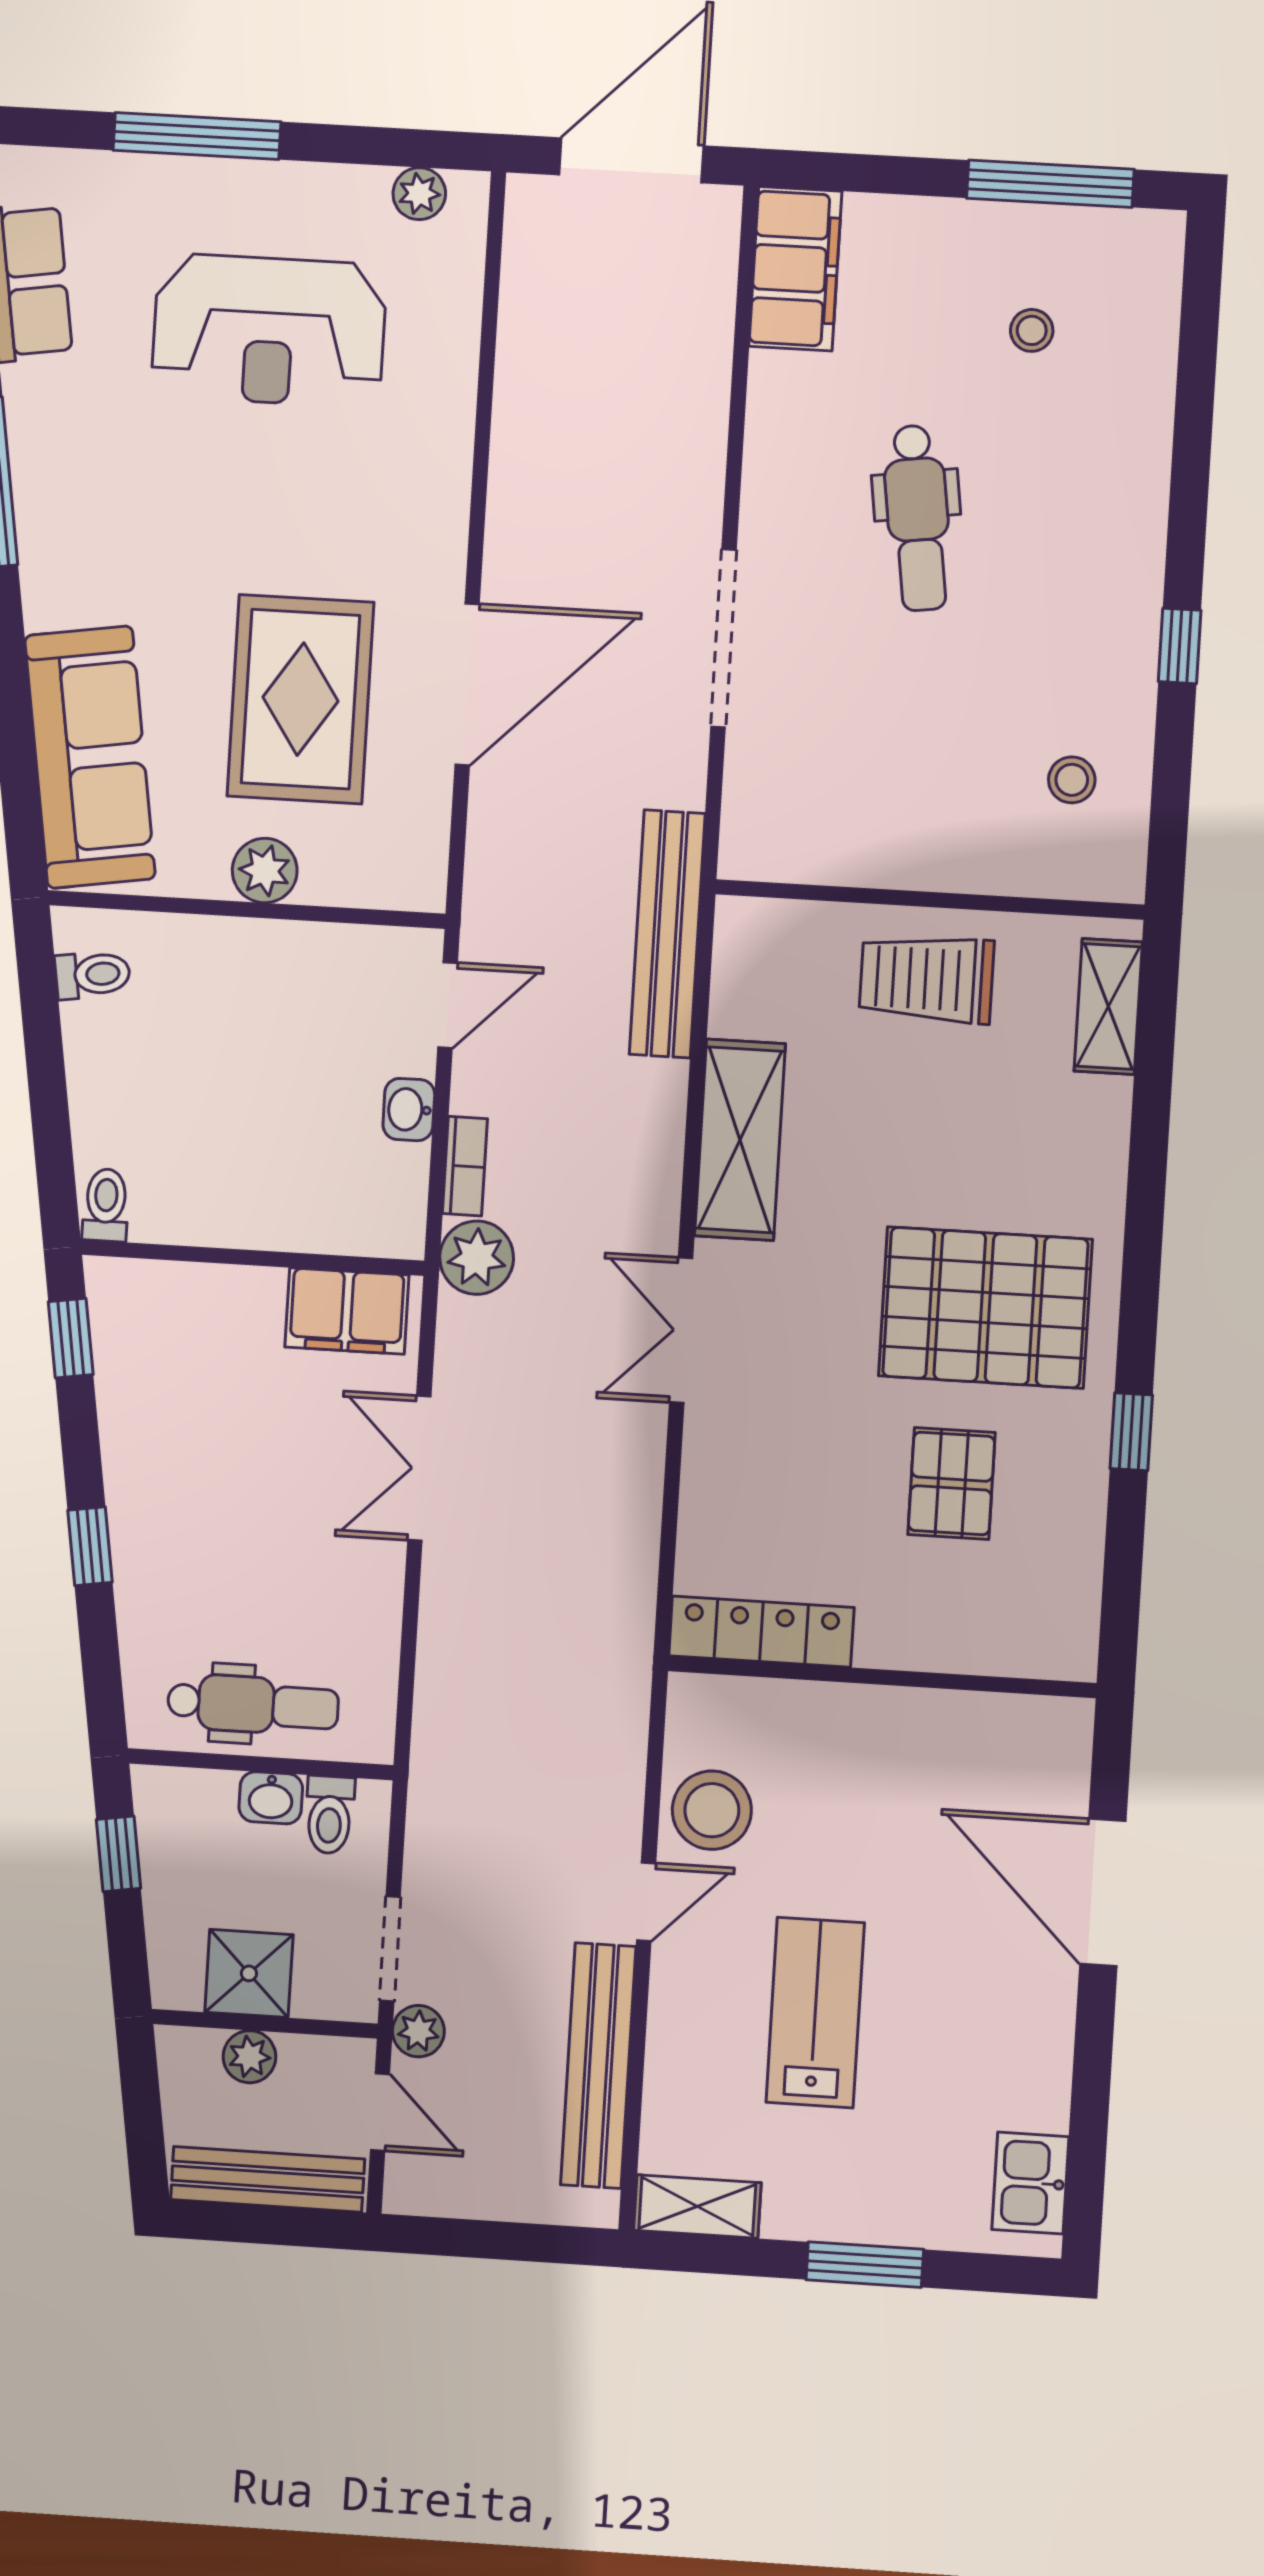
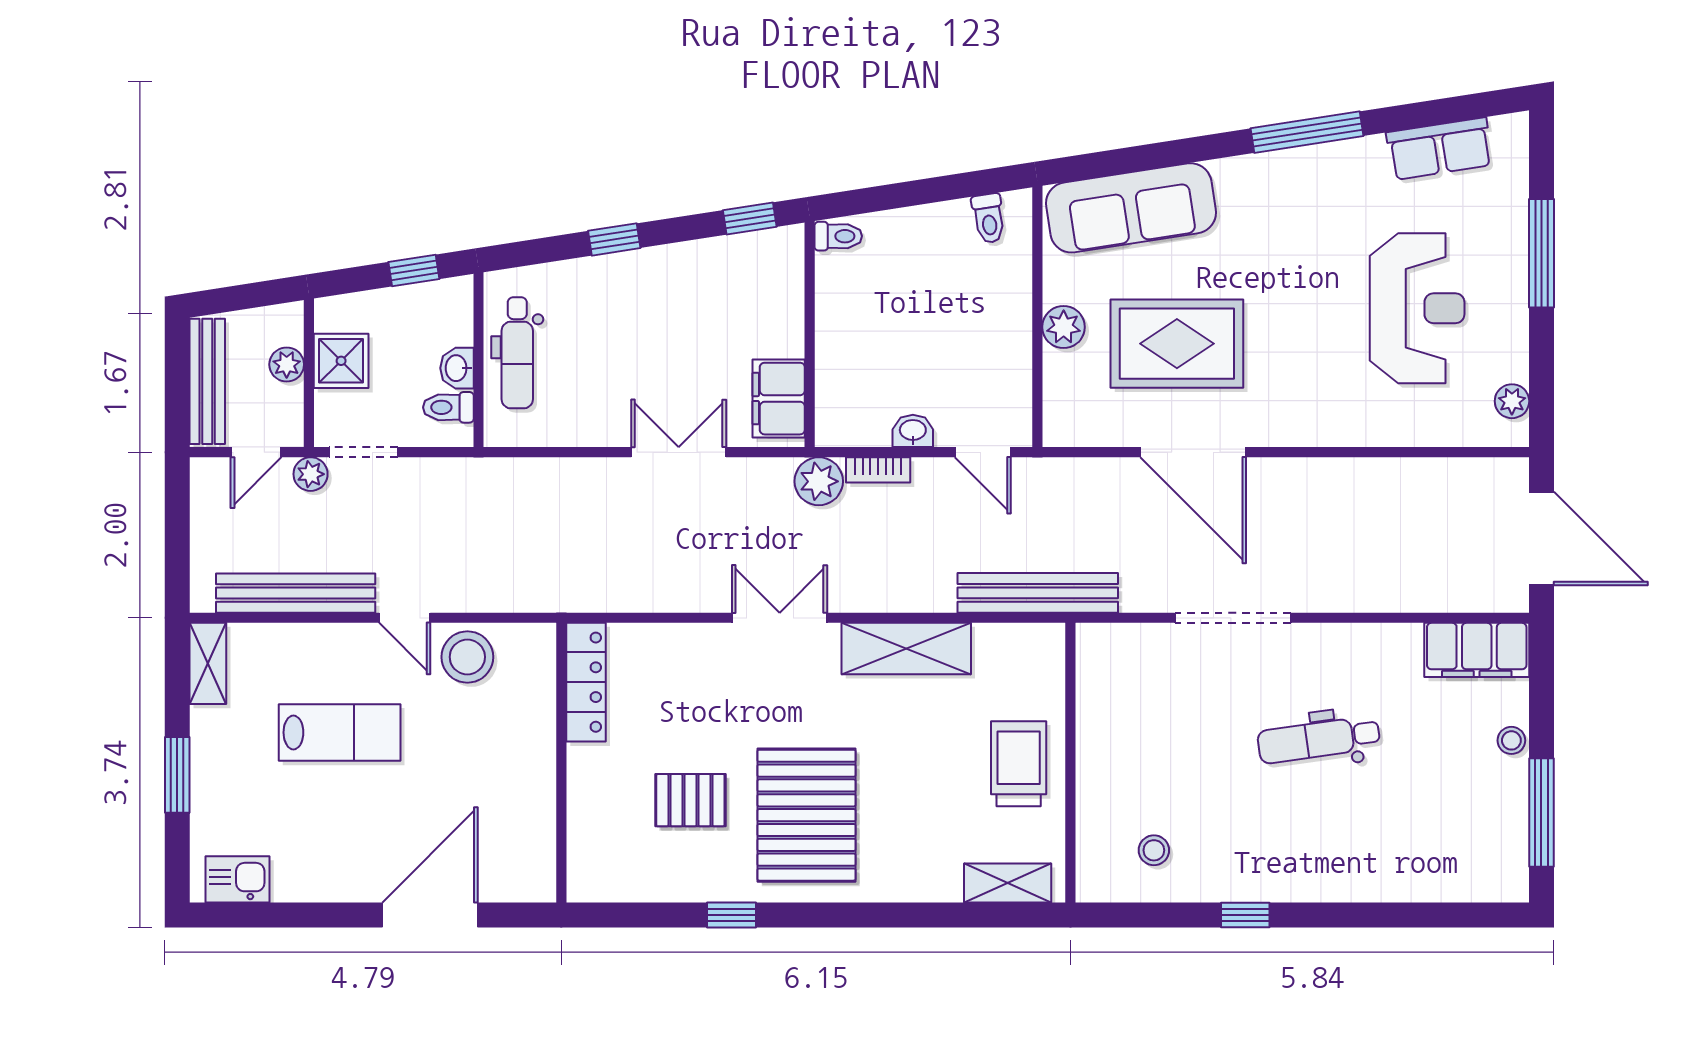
reception desk: (269, 330) -> (1417, 308), turned 180
stool: (1032, 330) -> (1511, 740), moved

